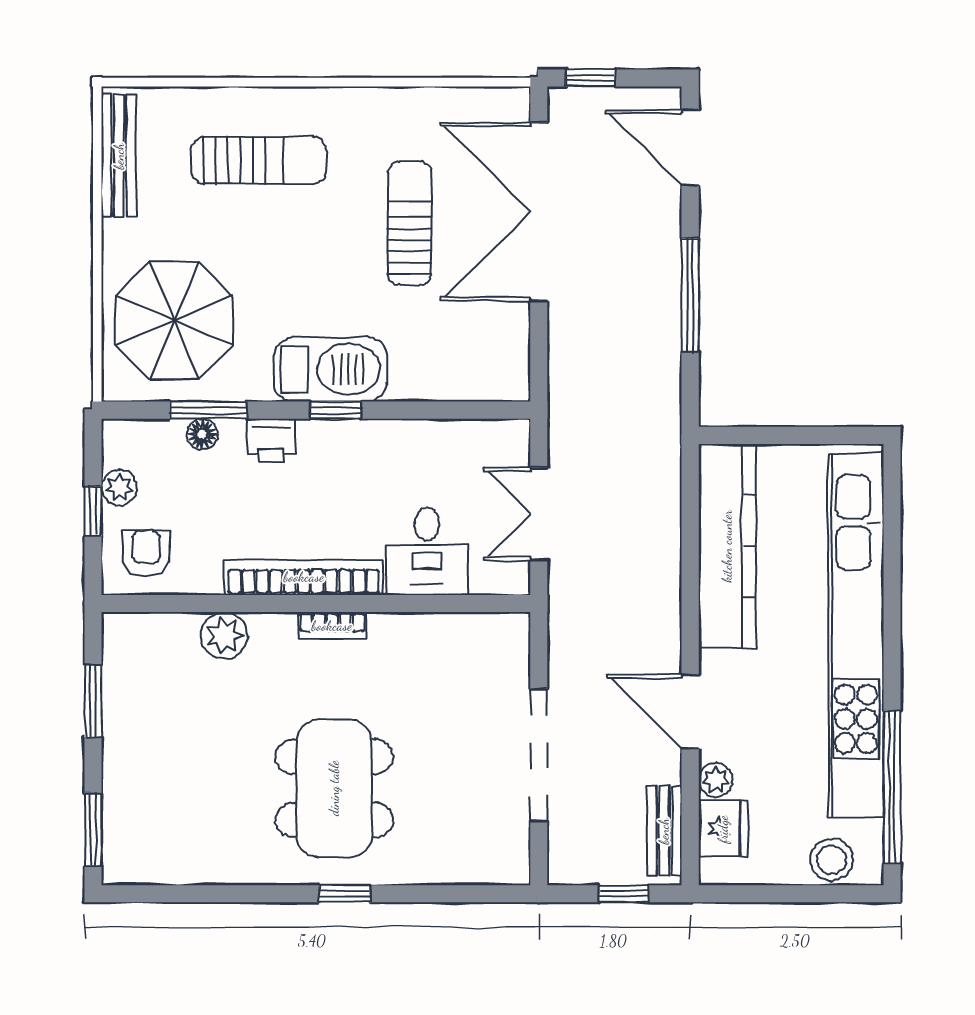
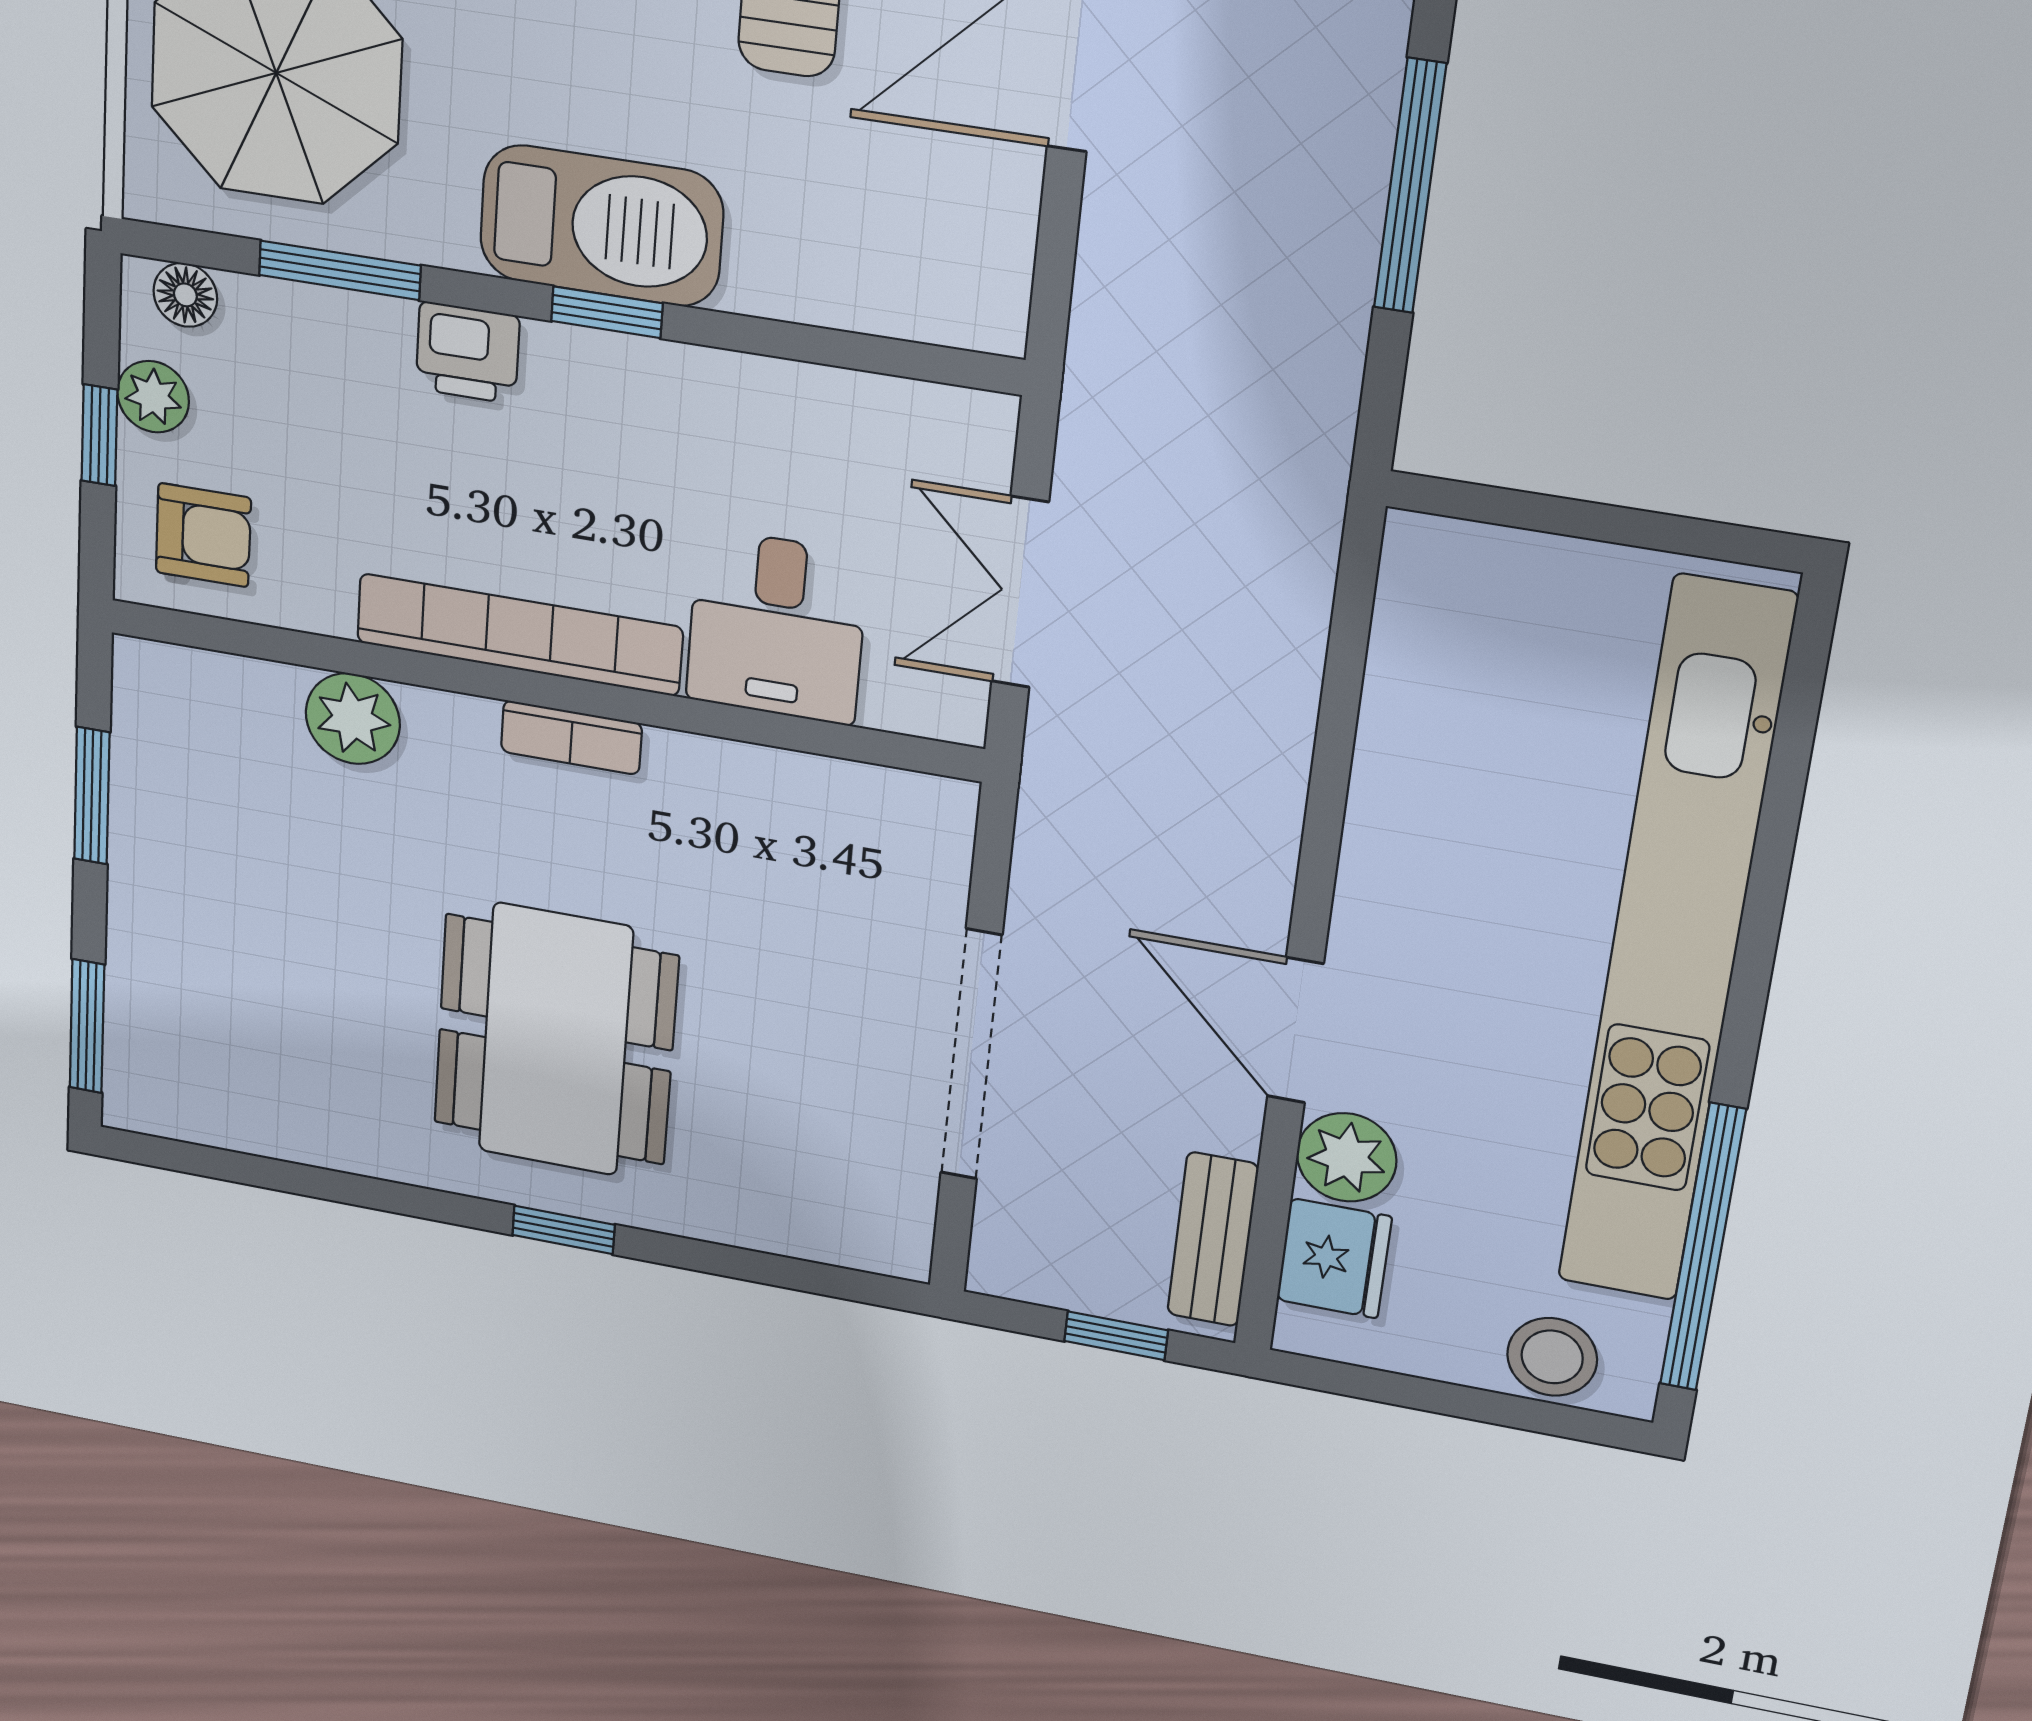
floor lamp: (202, 434) -> (185, 295), moved
kitchen counter: (727, 546) -> (1420, 724), removed
armchair: (146, 553) -> (203, 535), turned 90
plant: (716, 780) -> (1347, 1157), width x1.38, depth x1.38

